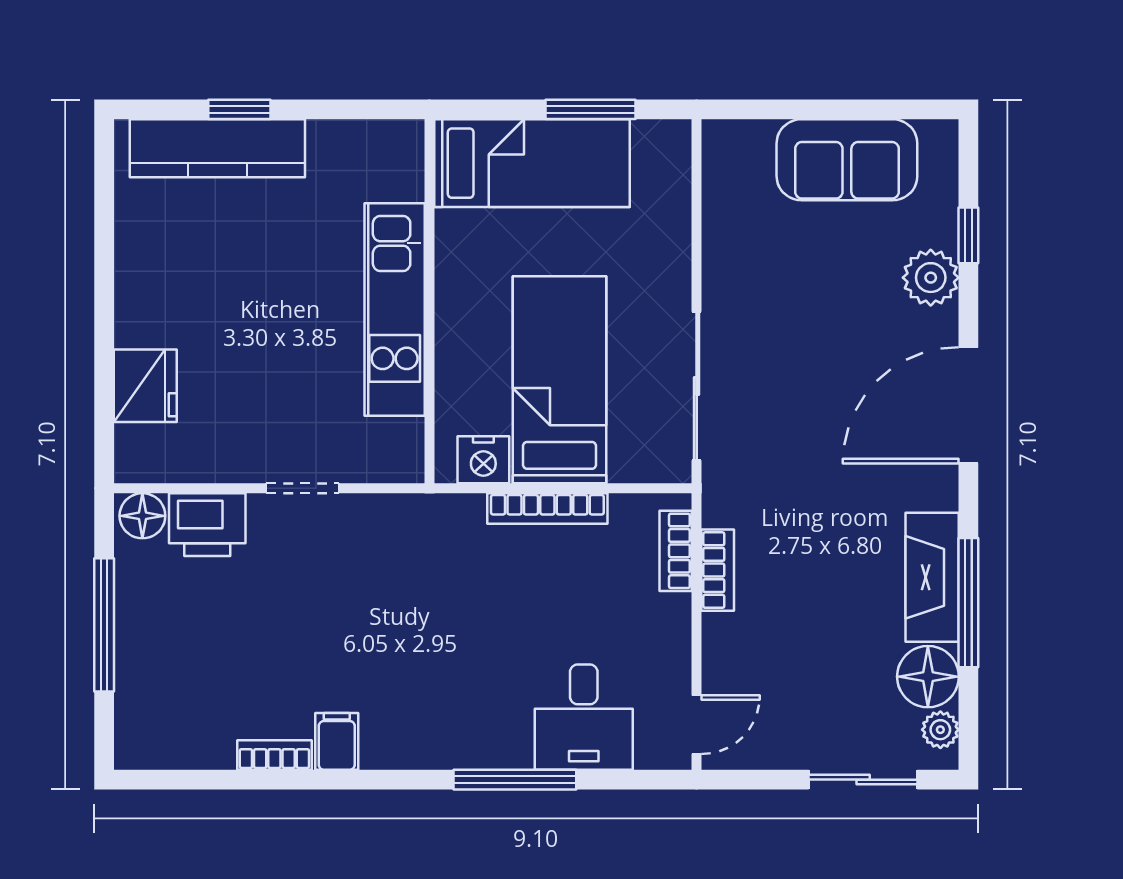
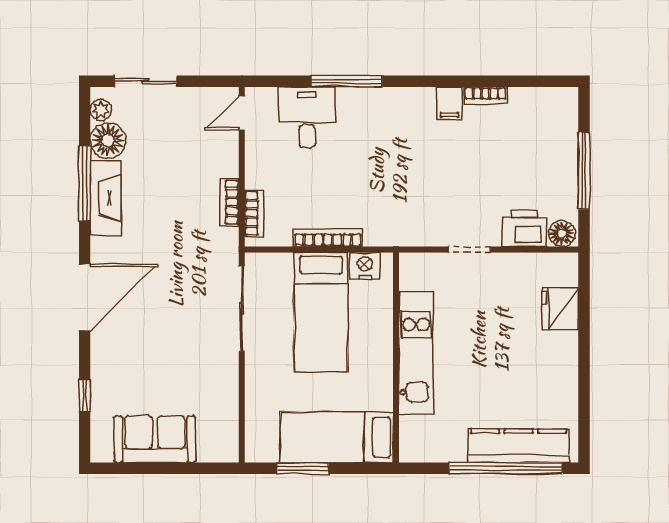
window: (239, 109) -> (506, 468), width x3.17
plant: (931, 278) -> (106, 371), removed

